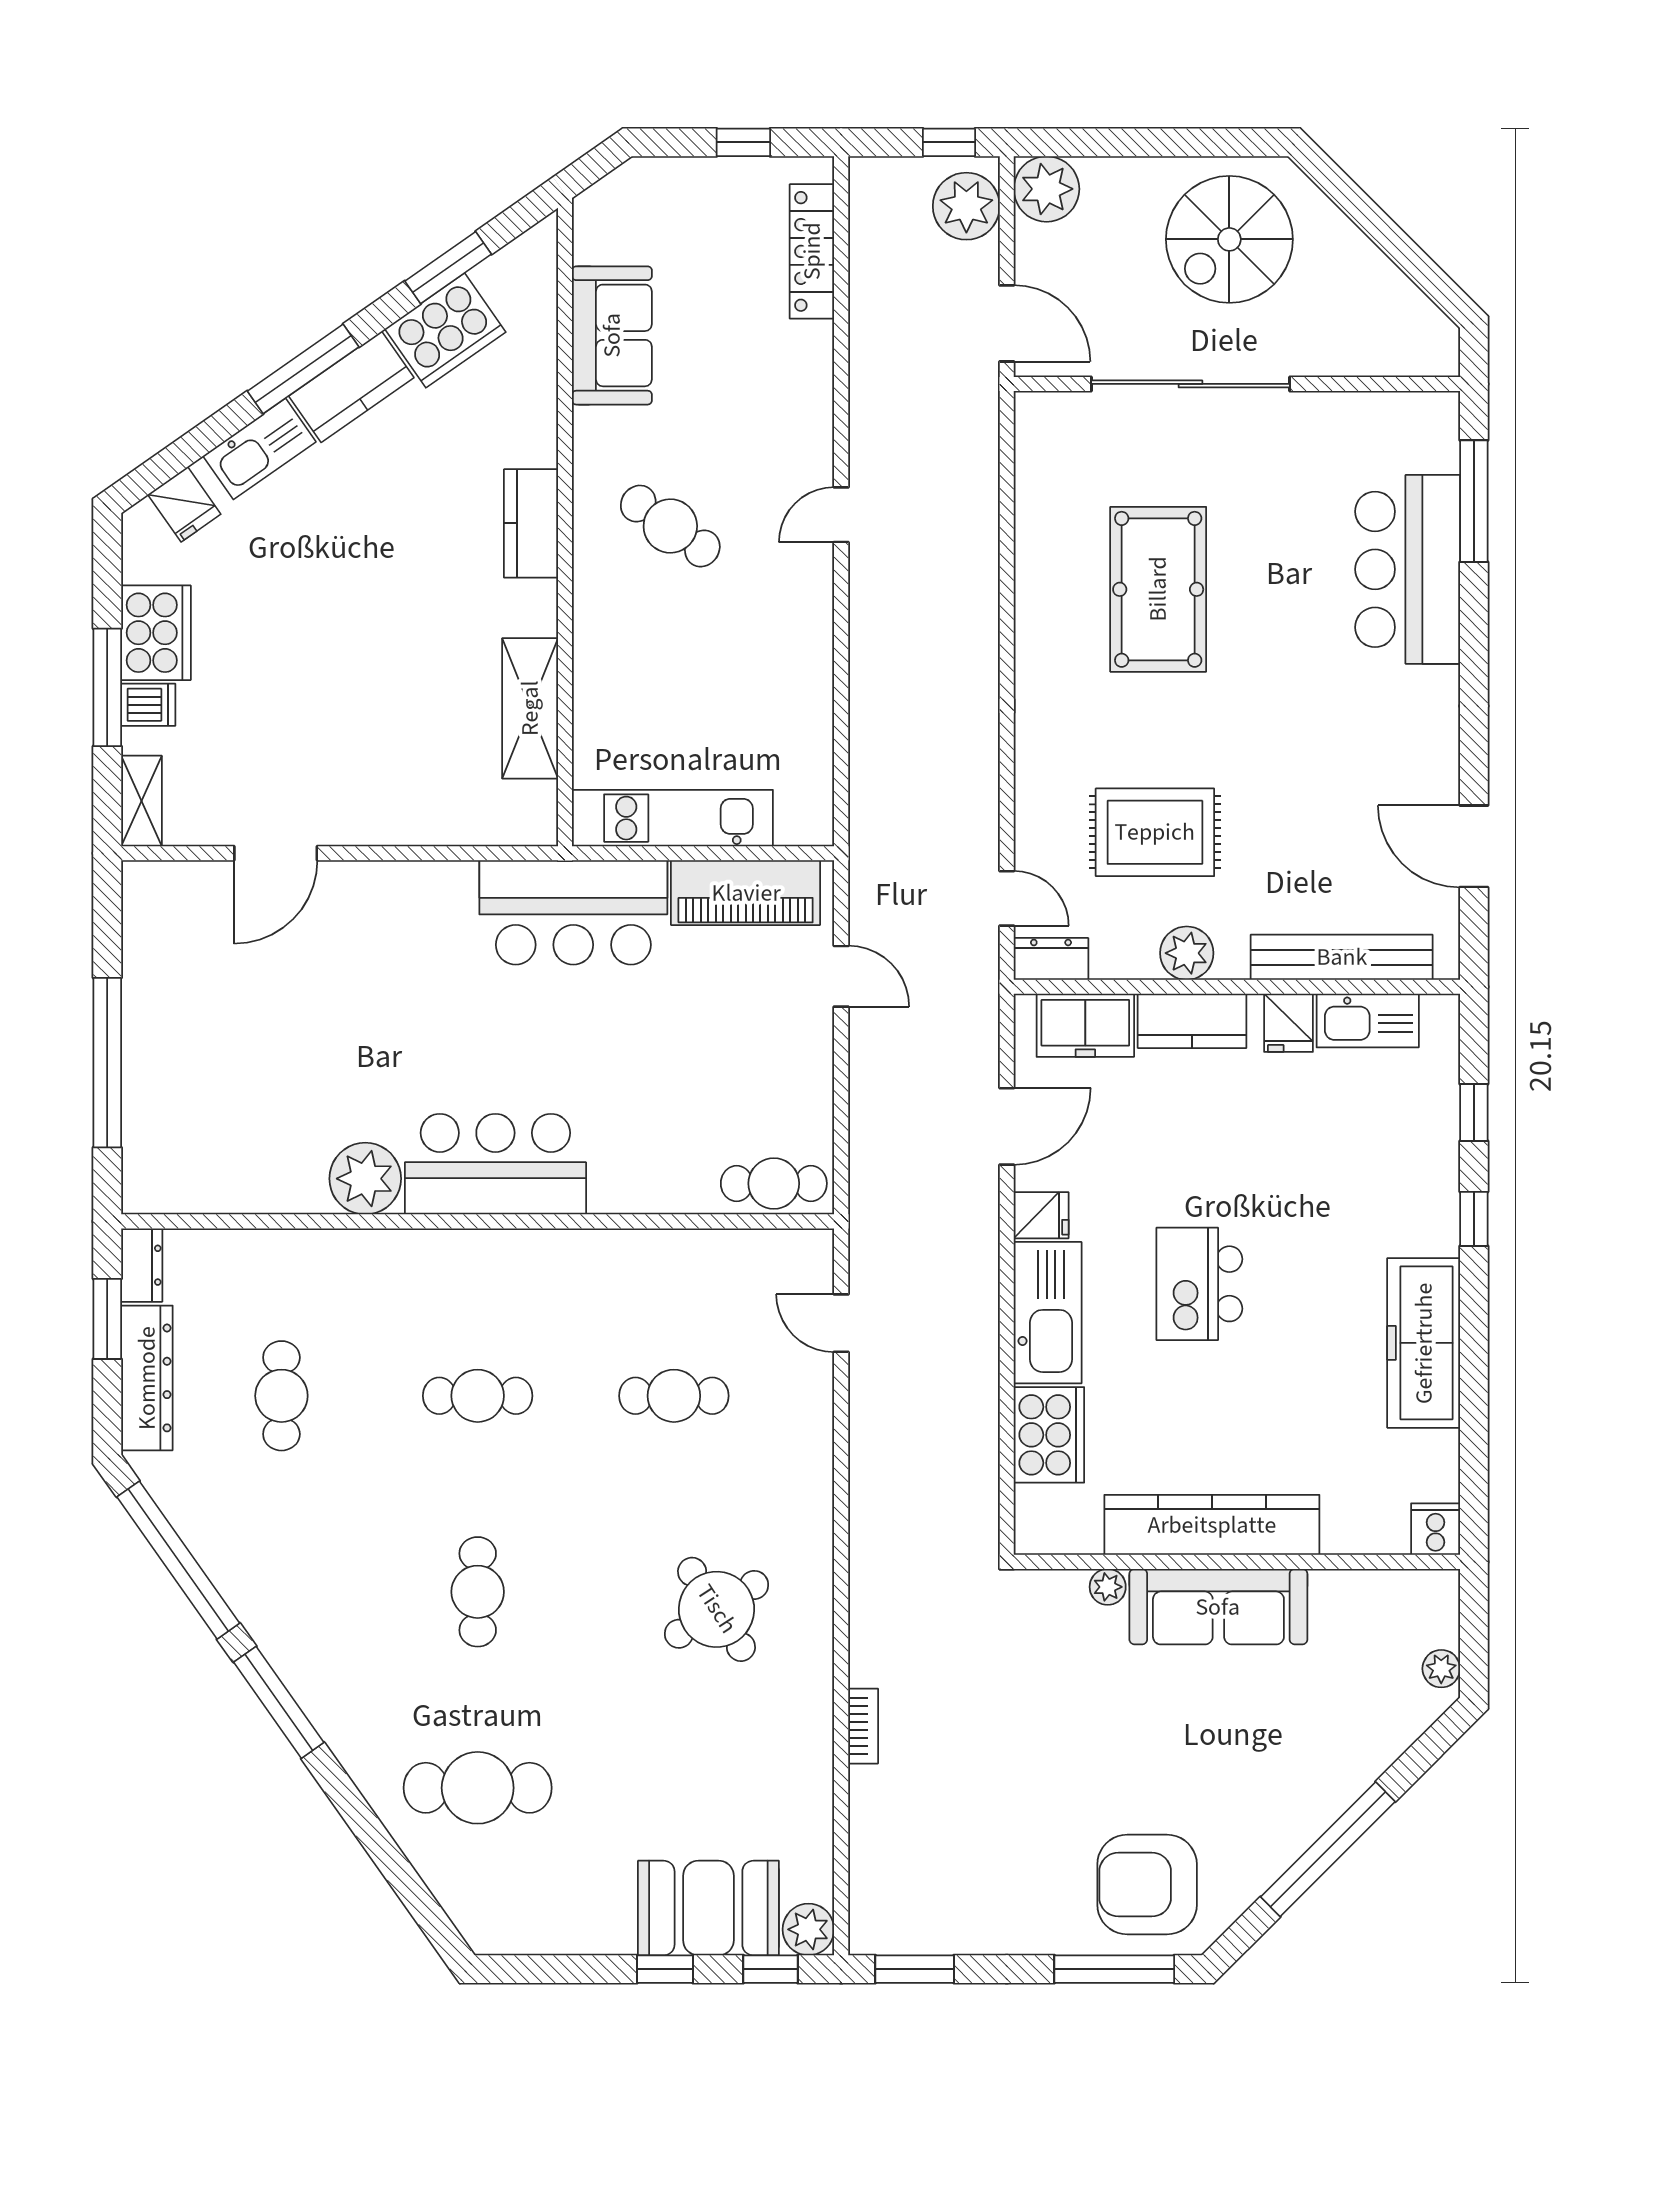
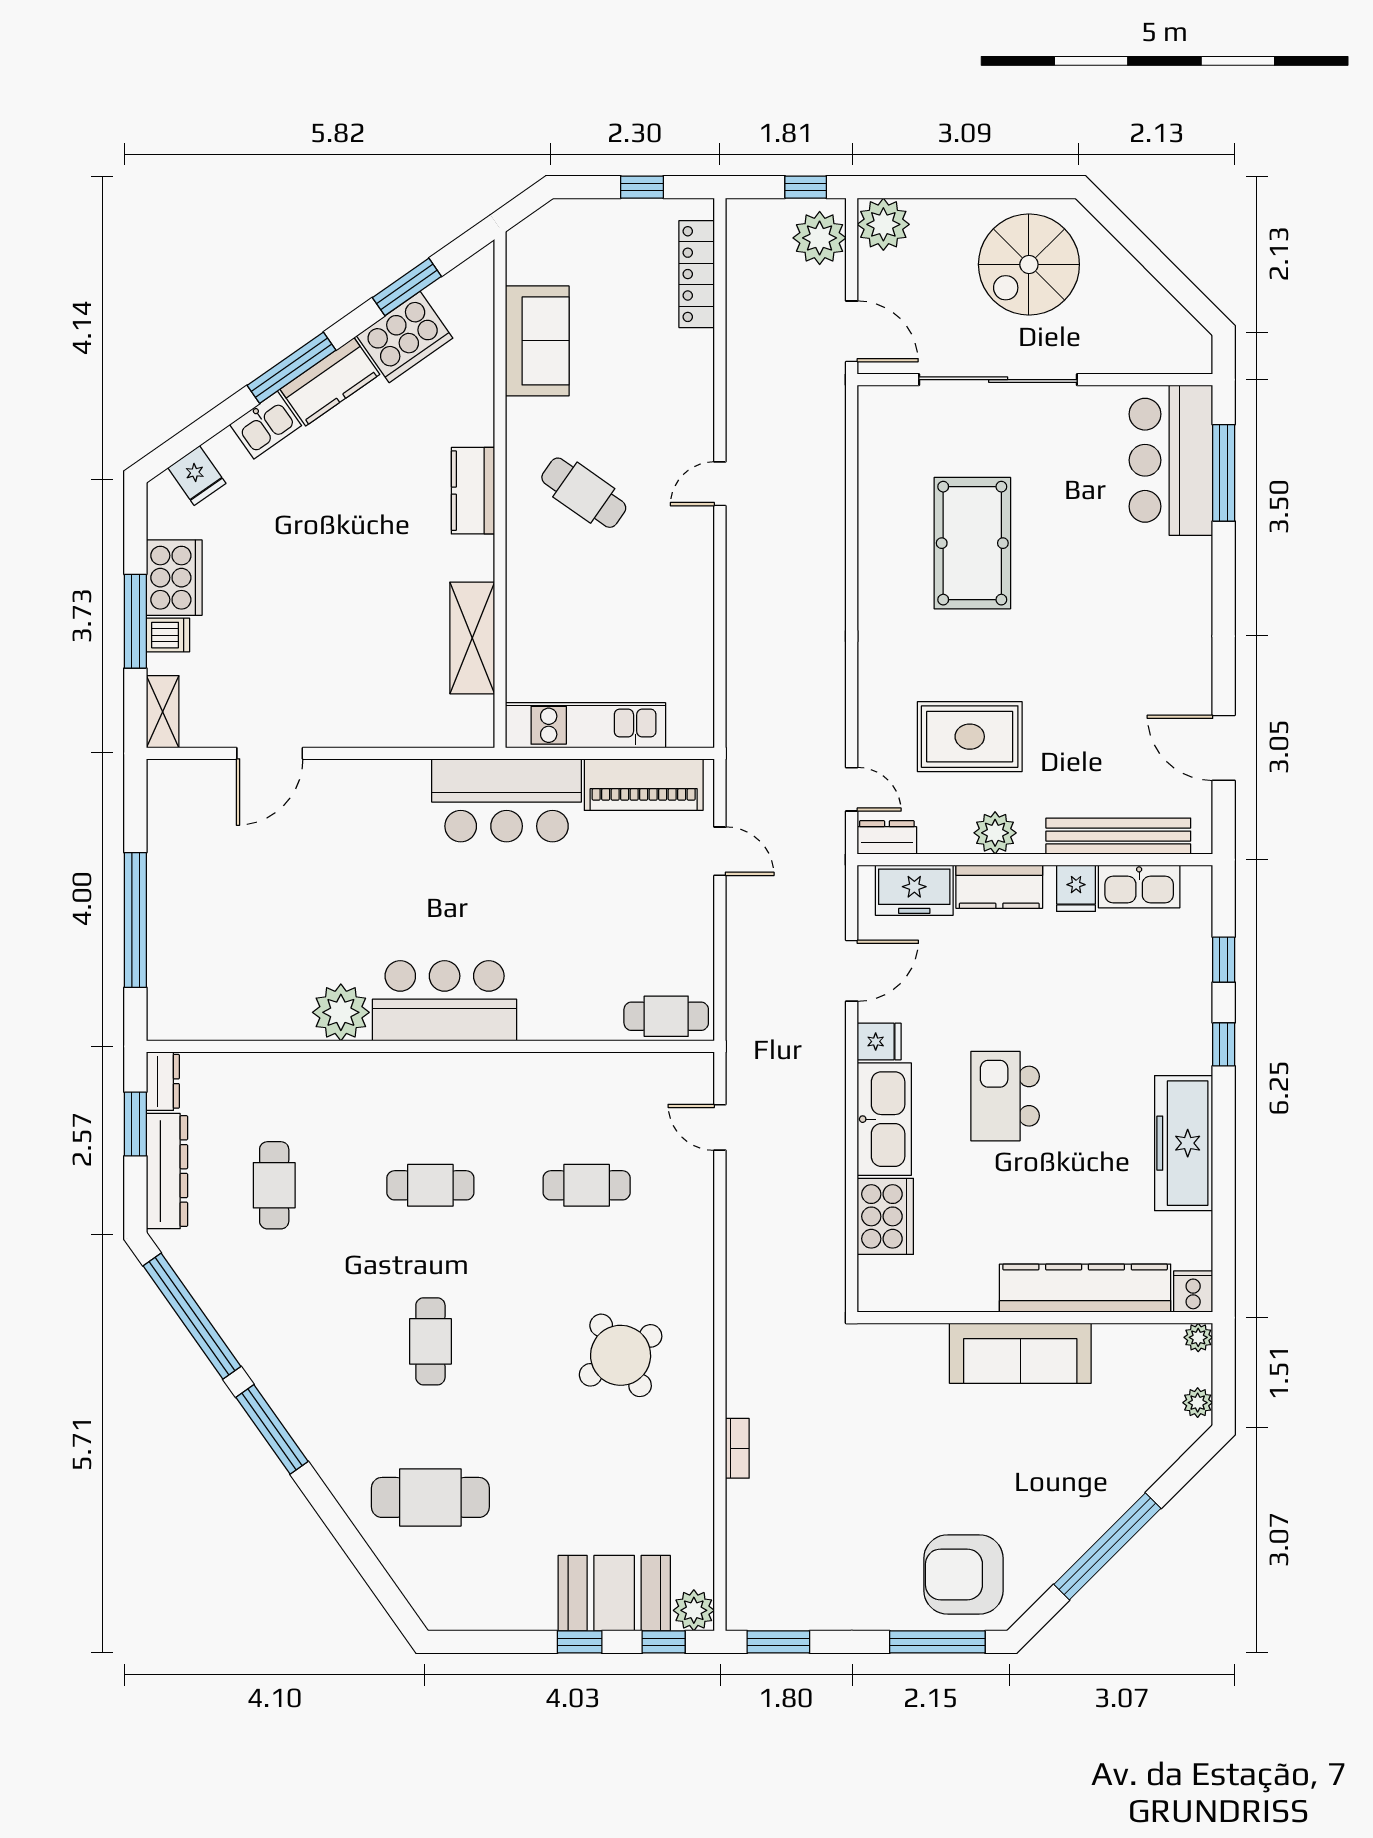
kitchen sink: (259, 449) -> (266, 425), width x0.73
bar counter: (1408, 569) -> (1171, 460), moved
kitchen counter: (1212, 1525) -> (1085, 1288), moved
plant: (1108, 1587) -> (1198, 1337), moved

